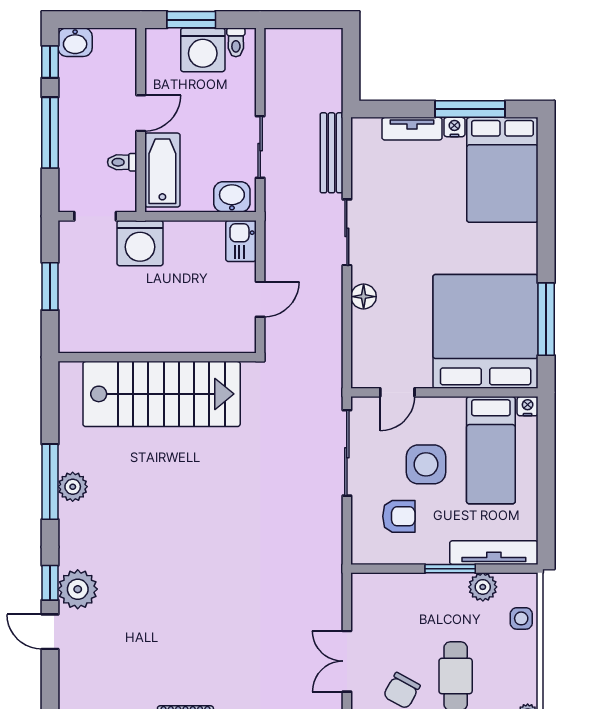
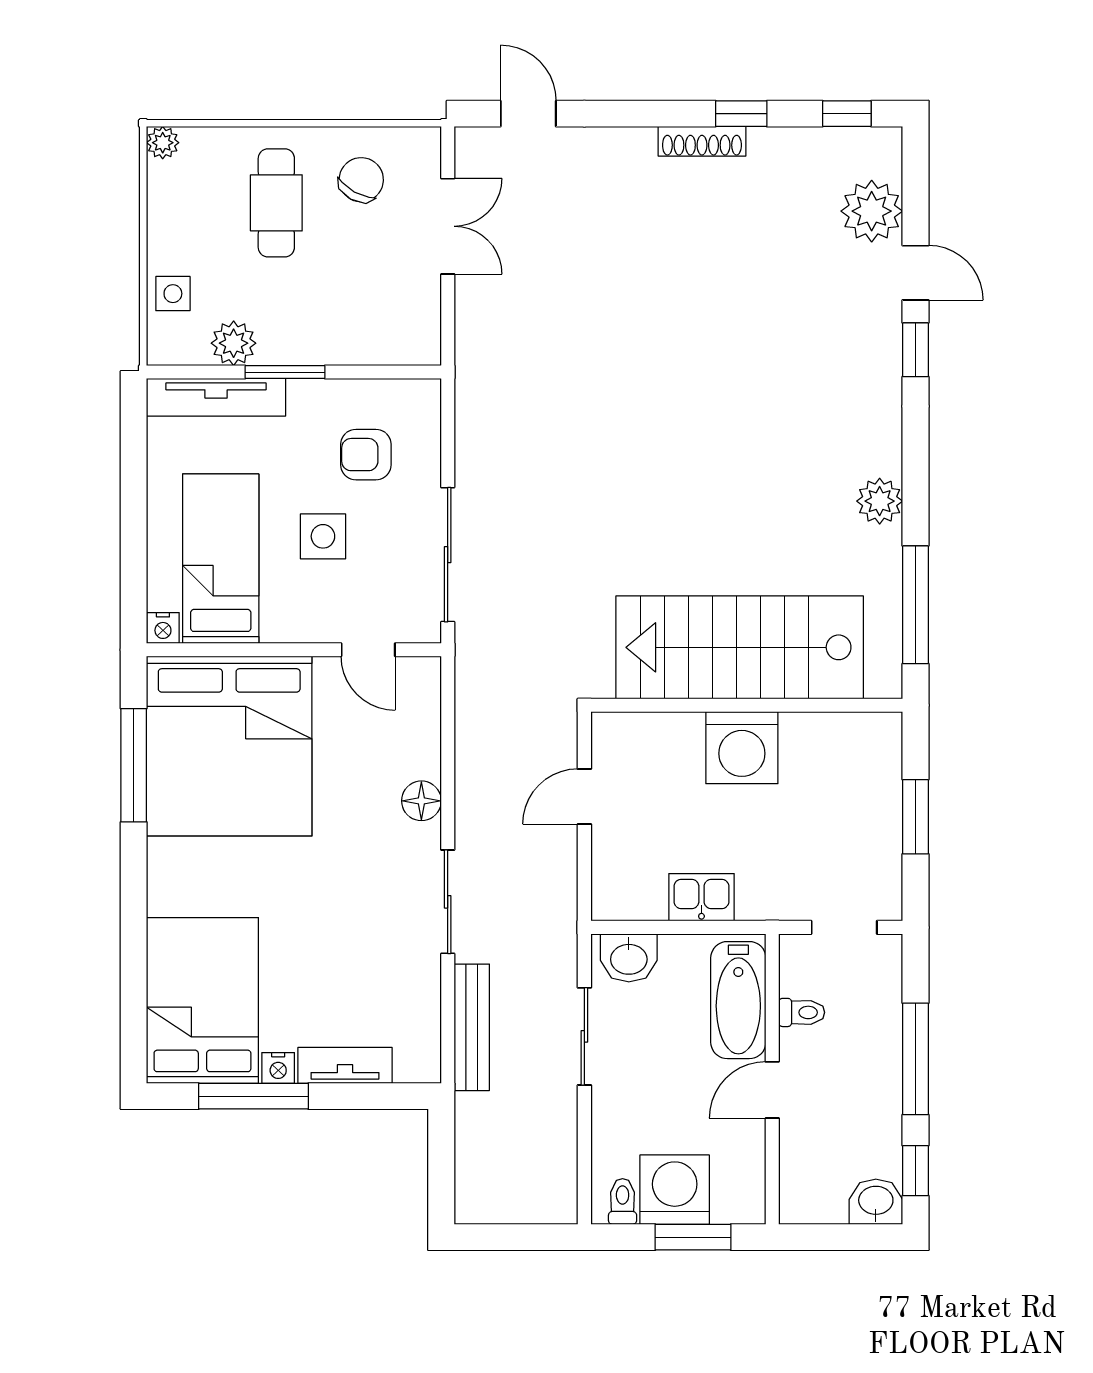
kitchen sink: (241, 241) -> (701, 897), moved, turned -90
washing machine: (140, 243) -> (742, 748), moved, turned 180
door: (397, 392) -> (368, 650), swing flipped
side table: (426, 464) -> (323, 536), width x0.73, depth x0.73
window: (50, 482) -> (915, 605), moved
plant: (78, 589) -> (872, 211), moved

